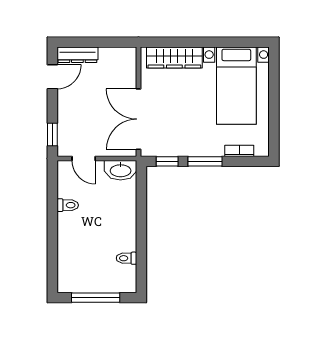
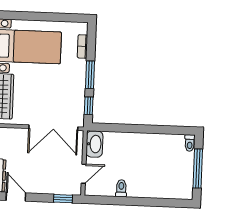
toilet: (126, 258) -> (190, 143), moved

